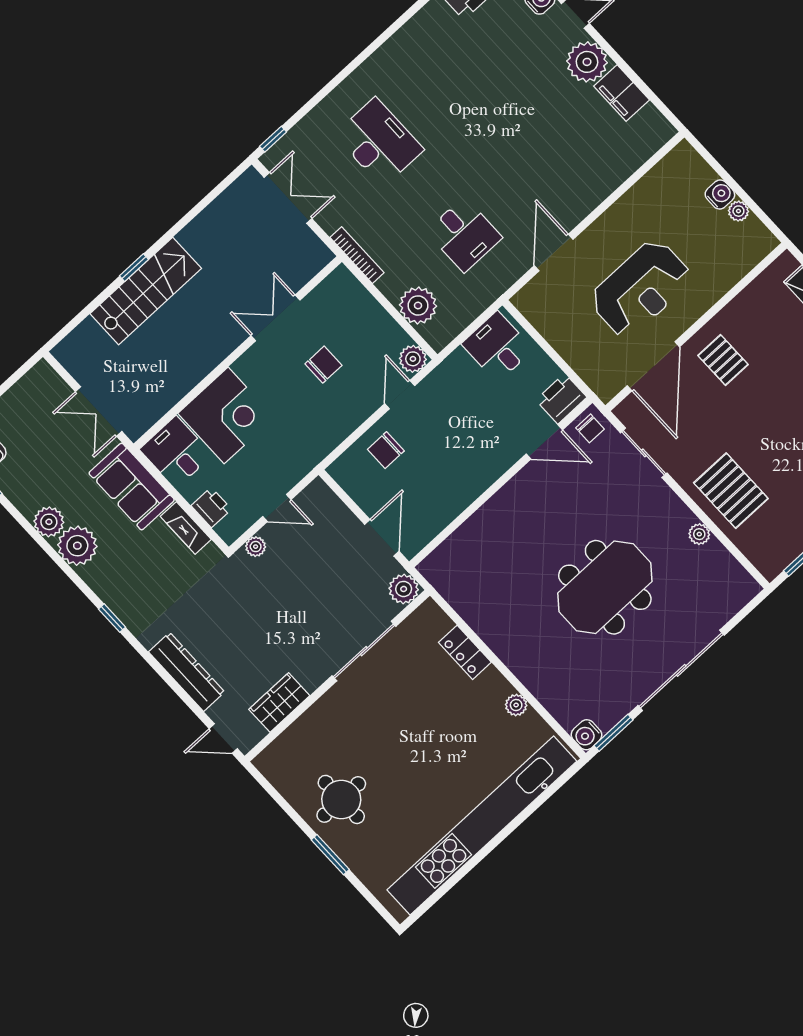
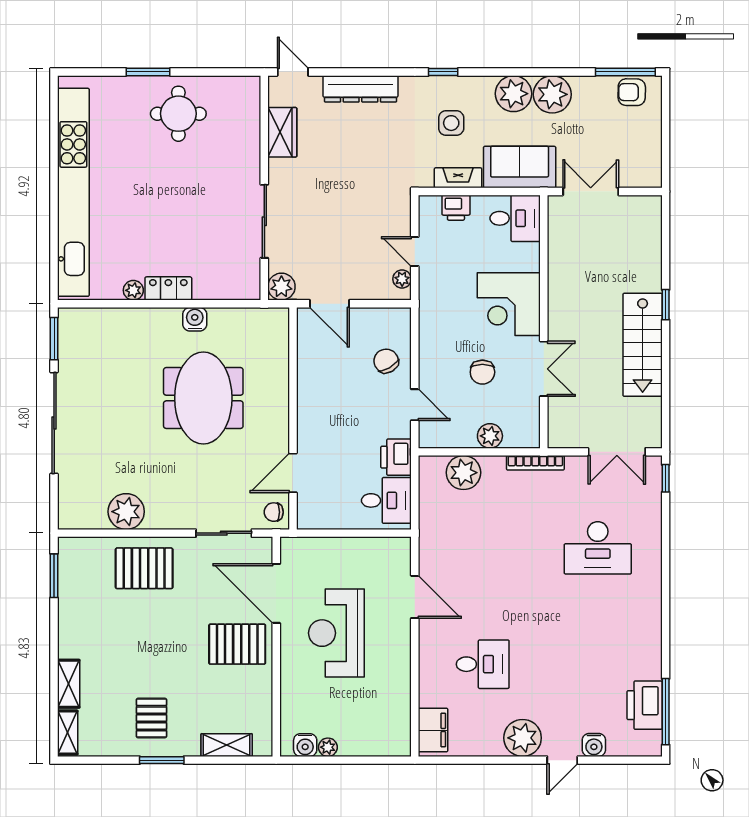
filing cabinet: (622, 93) -> (433, 730), moved, turned 90
water cooler: (720, 194) -> (305, 745), moved
desk: (464, 234) -> (483, 664), moved, turned 180
stairs: (146, 291) -> (643, 345), moved
plant: (413, 359) -> (490, 436), moved
pallet: (723, 360) -> (237, 644), width x1.50, depth x1.42
printer: (561, 399) -> (396, 457), moved, turned 180
corner desk: (226, 415) -> (509, 304), moved
chair: (386, 450) -> (386, 361), turned -30
door: (277, 508) -> (415, 251), hinge flipped
plant: (49, 522) -> (552, 94), width x1.36, depth x1.36
plant: (699, 534) -> (126, 512), width x1.88, depth x1.88
plant: (256, 547) -> (402, 279), moved
side table: (147, 574) -> (451, 123), added
meeting table: (605, 587) -> (203, 398), moved
locker: (465, 652) -> (168, 288), moved
water cooler: (587, 735) -> (195, 319), moved
door: (223, 739) -> (293, 72), hinge flipped

